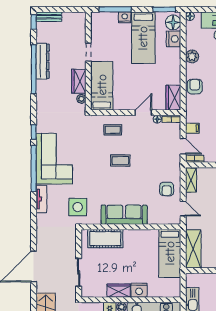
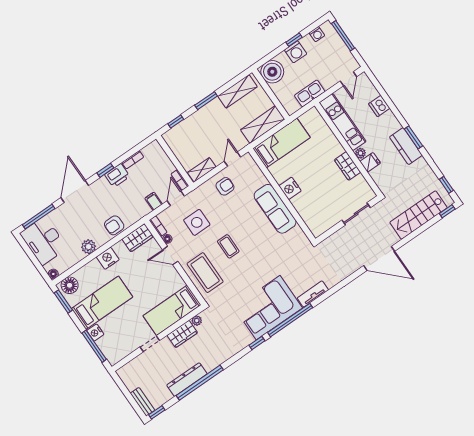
nightstand: (174, 39) -> (108, 258), moved
coffee table: (113, 130) -> (205, 273), width x1.86, depth x1.72
side table: (78, 207) -> (197, 222), moved
cot: (105, 239) -> (309, 211), removed
nightstand: (139, 290) -> (290, 188), moved, turned 180

